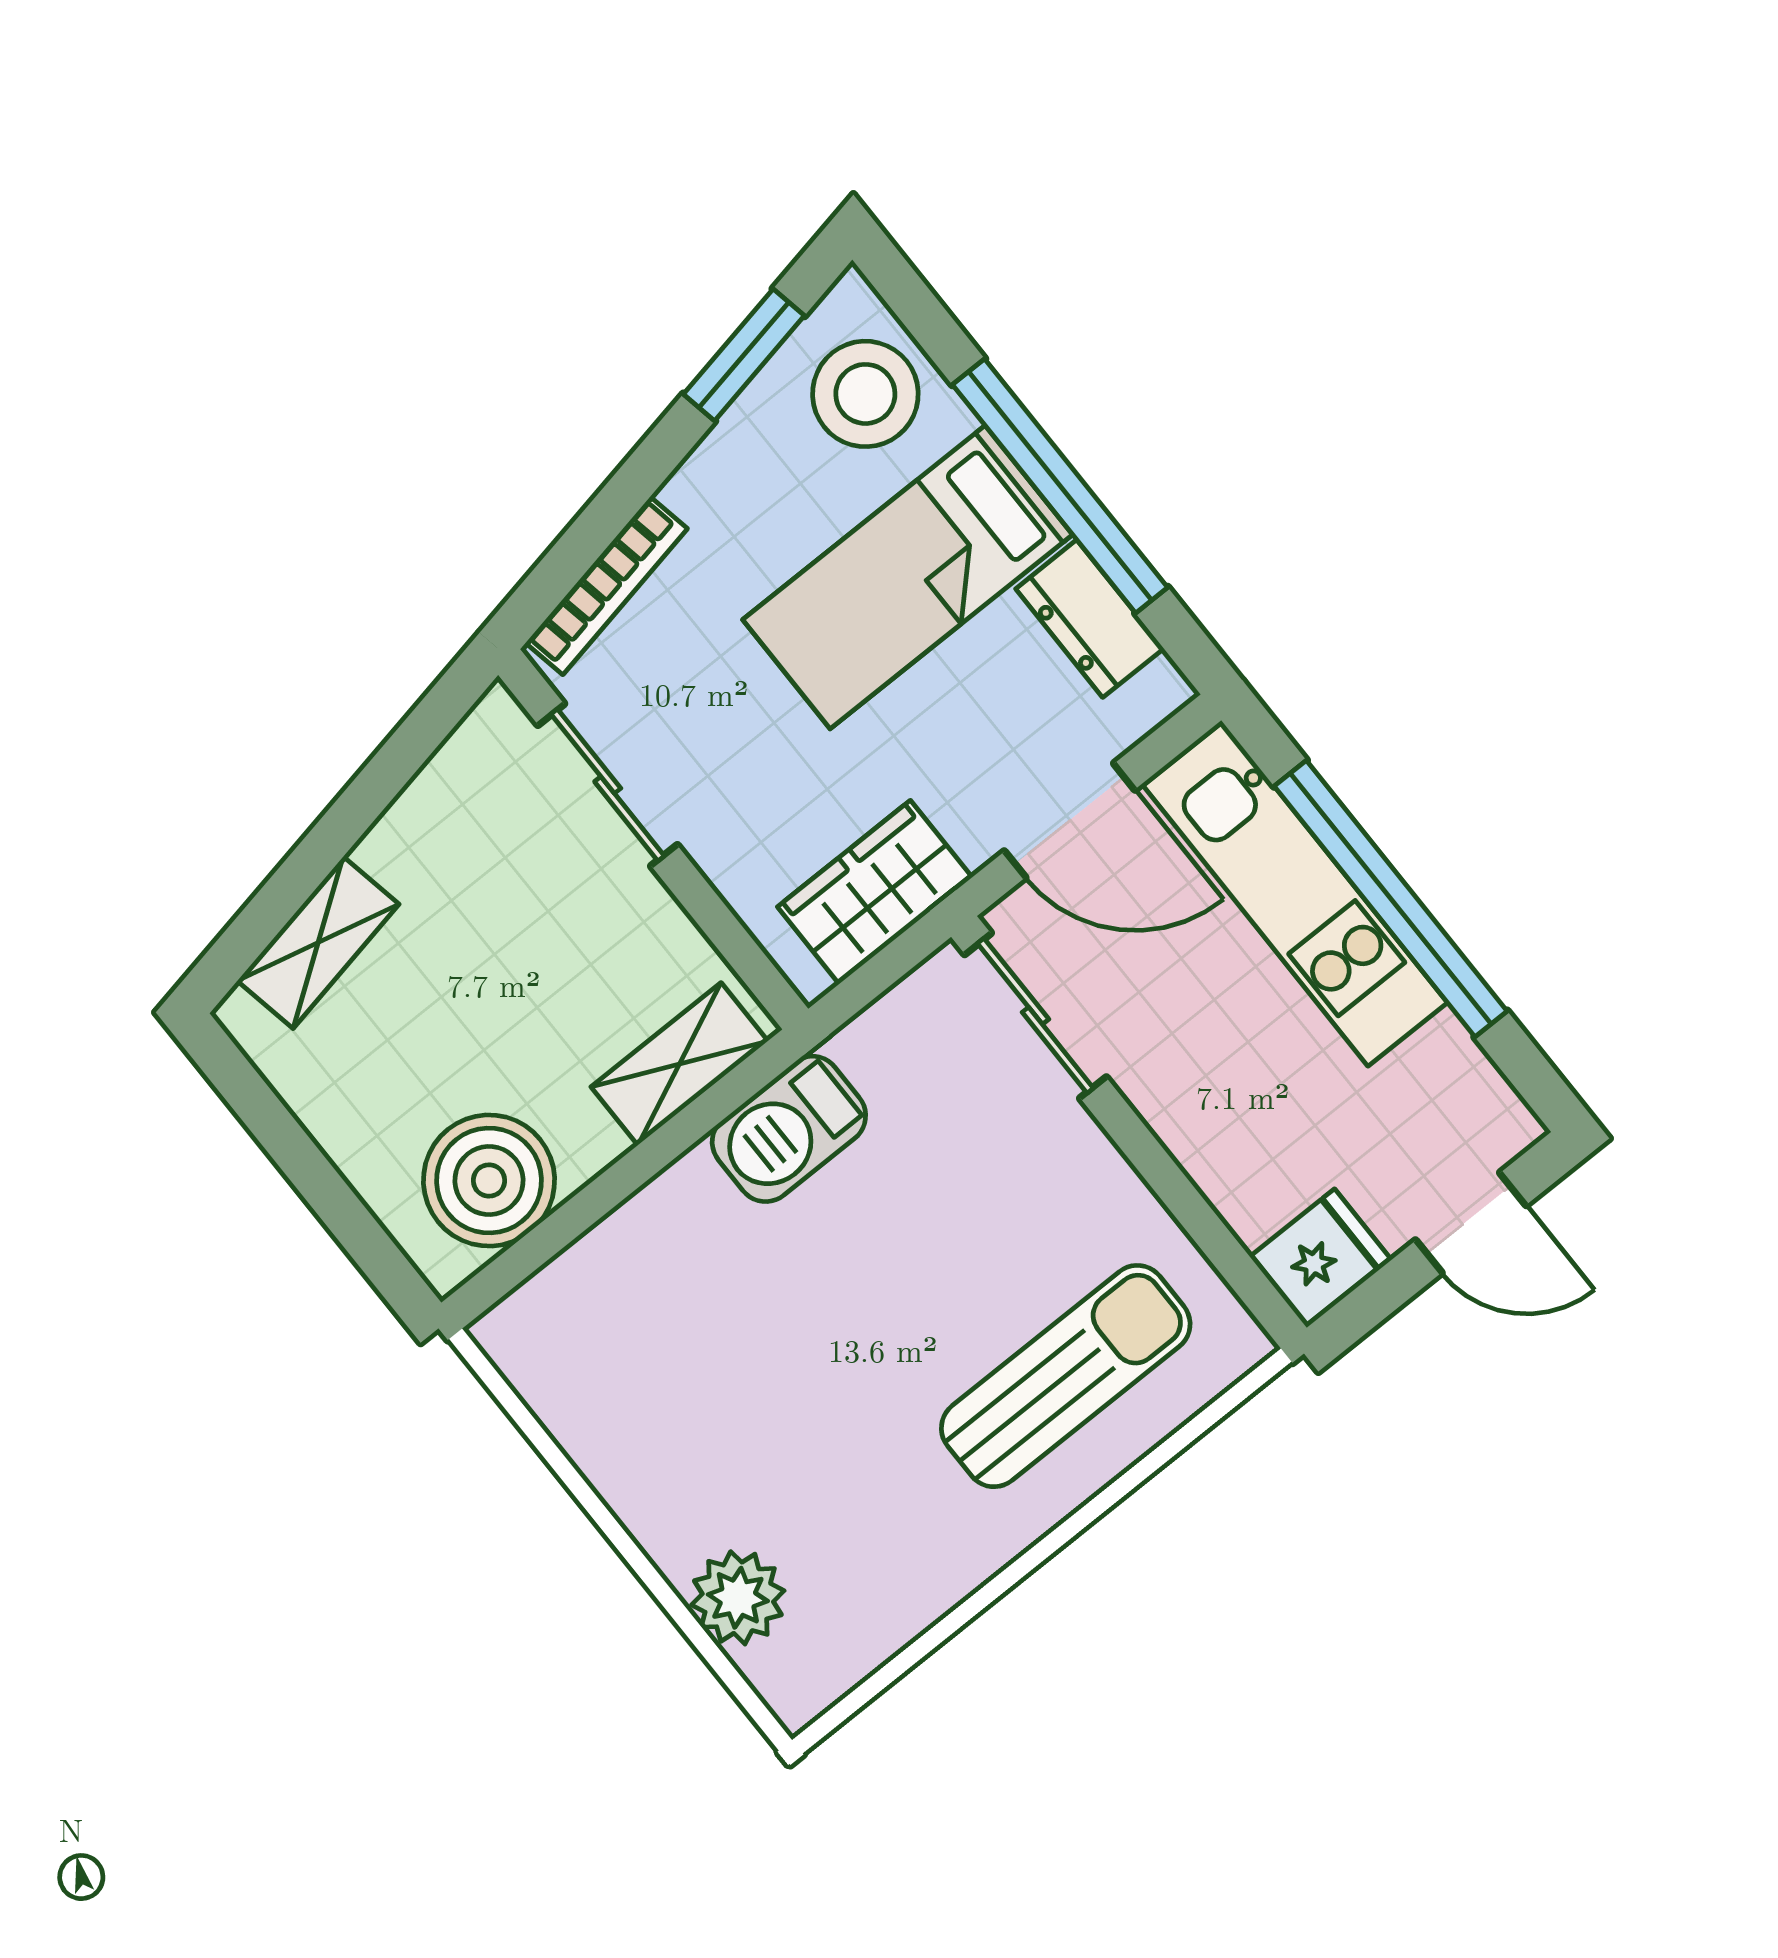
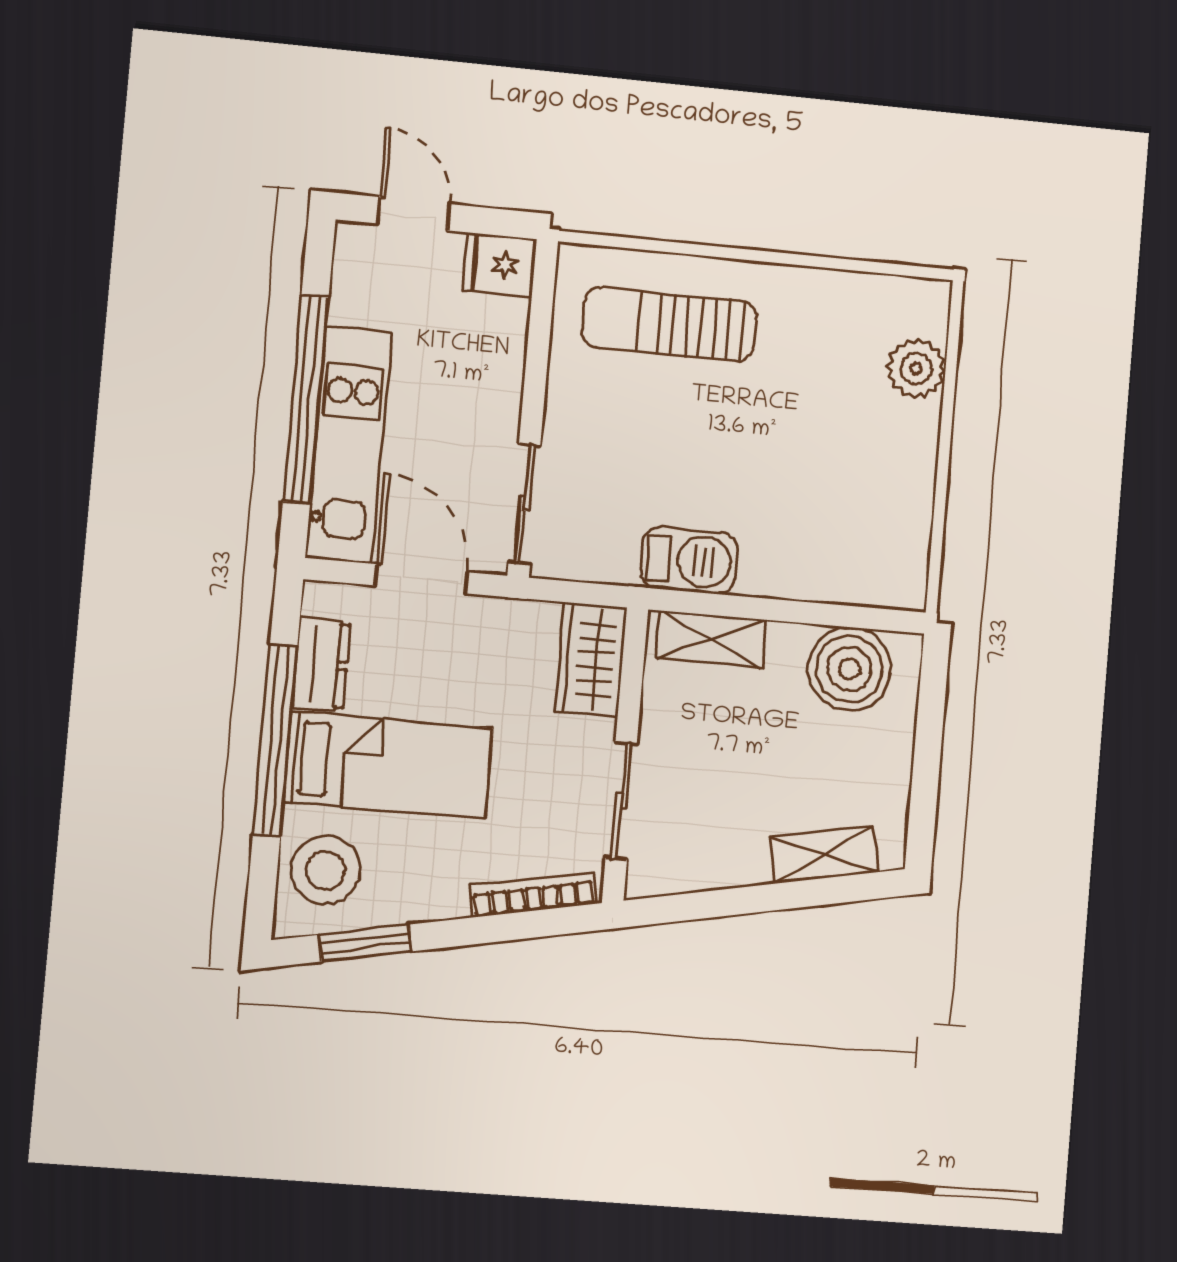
wardrobe: (875, 892) -> (591, 659), moved, turned 90

